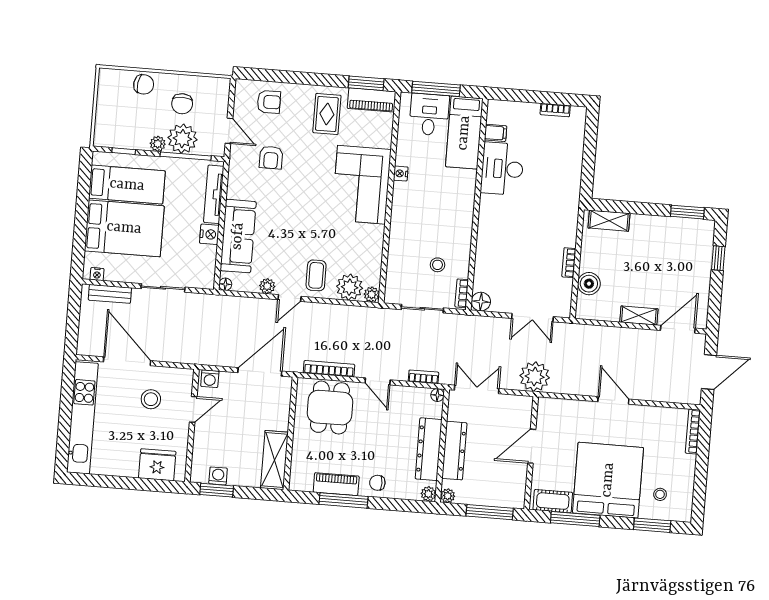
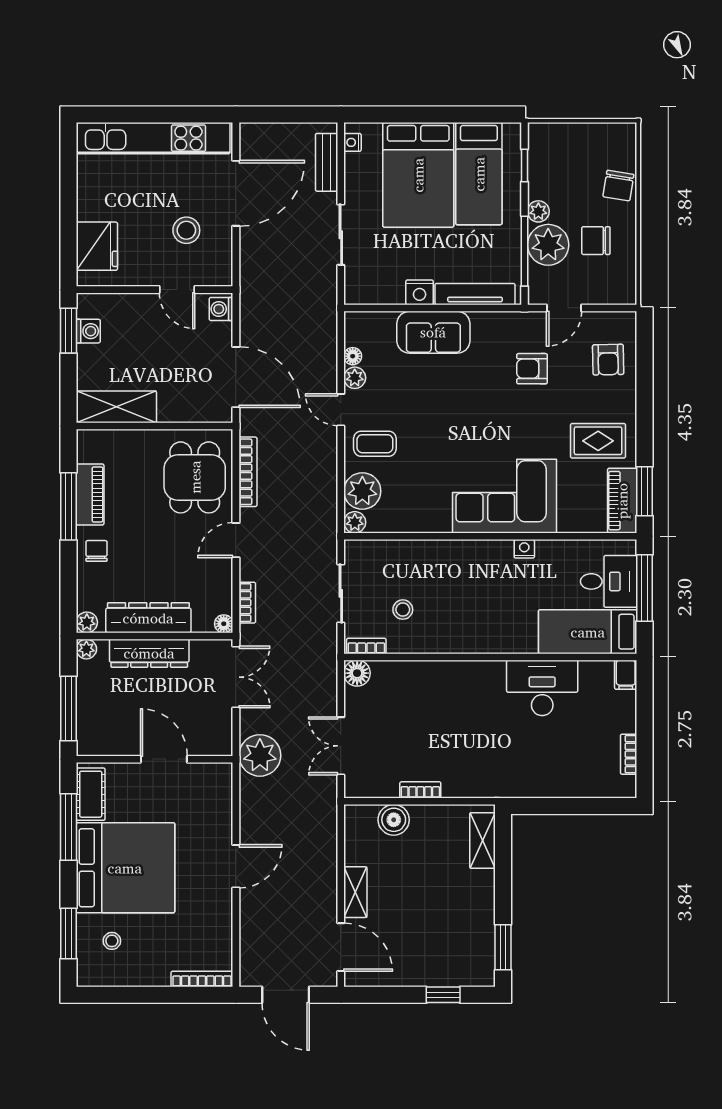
filing cabinet: (496, 133) -> (626, 675), moved
sofa: (238, 236) -> (433, 332), width x0.73
floor lamp: (225, 284) -> (353, 356), moved
dining table: (330, 408) -> (195, 477), turned 90

